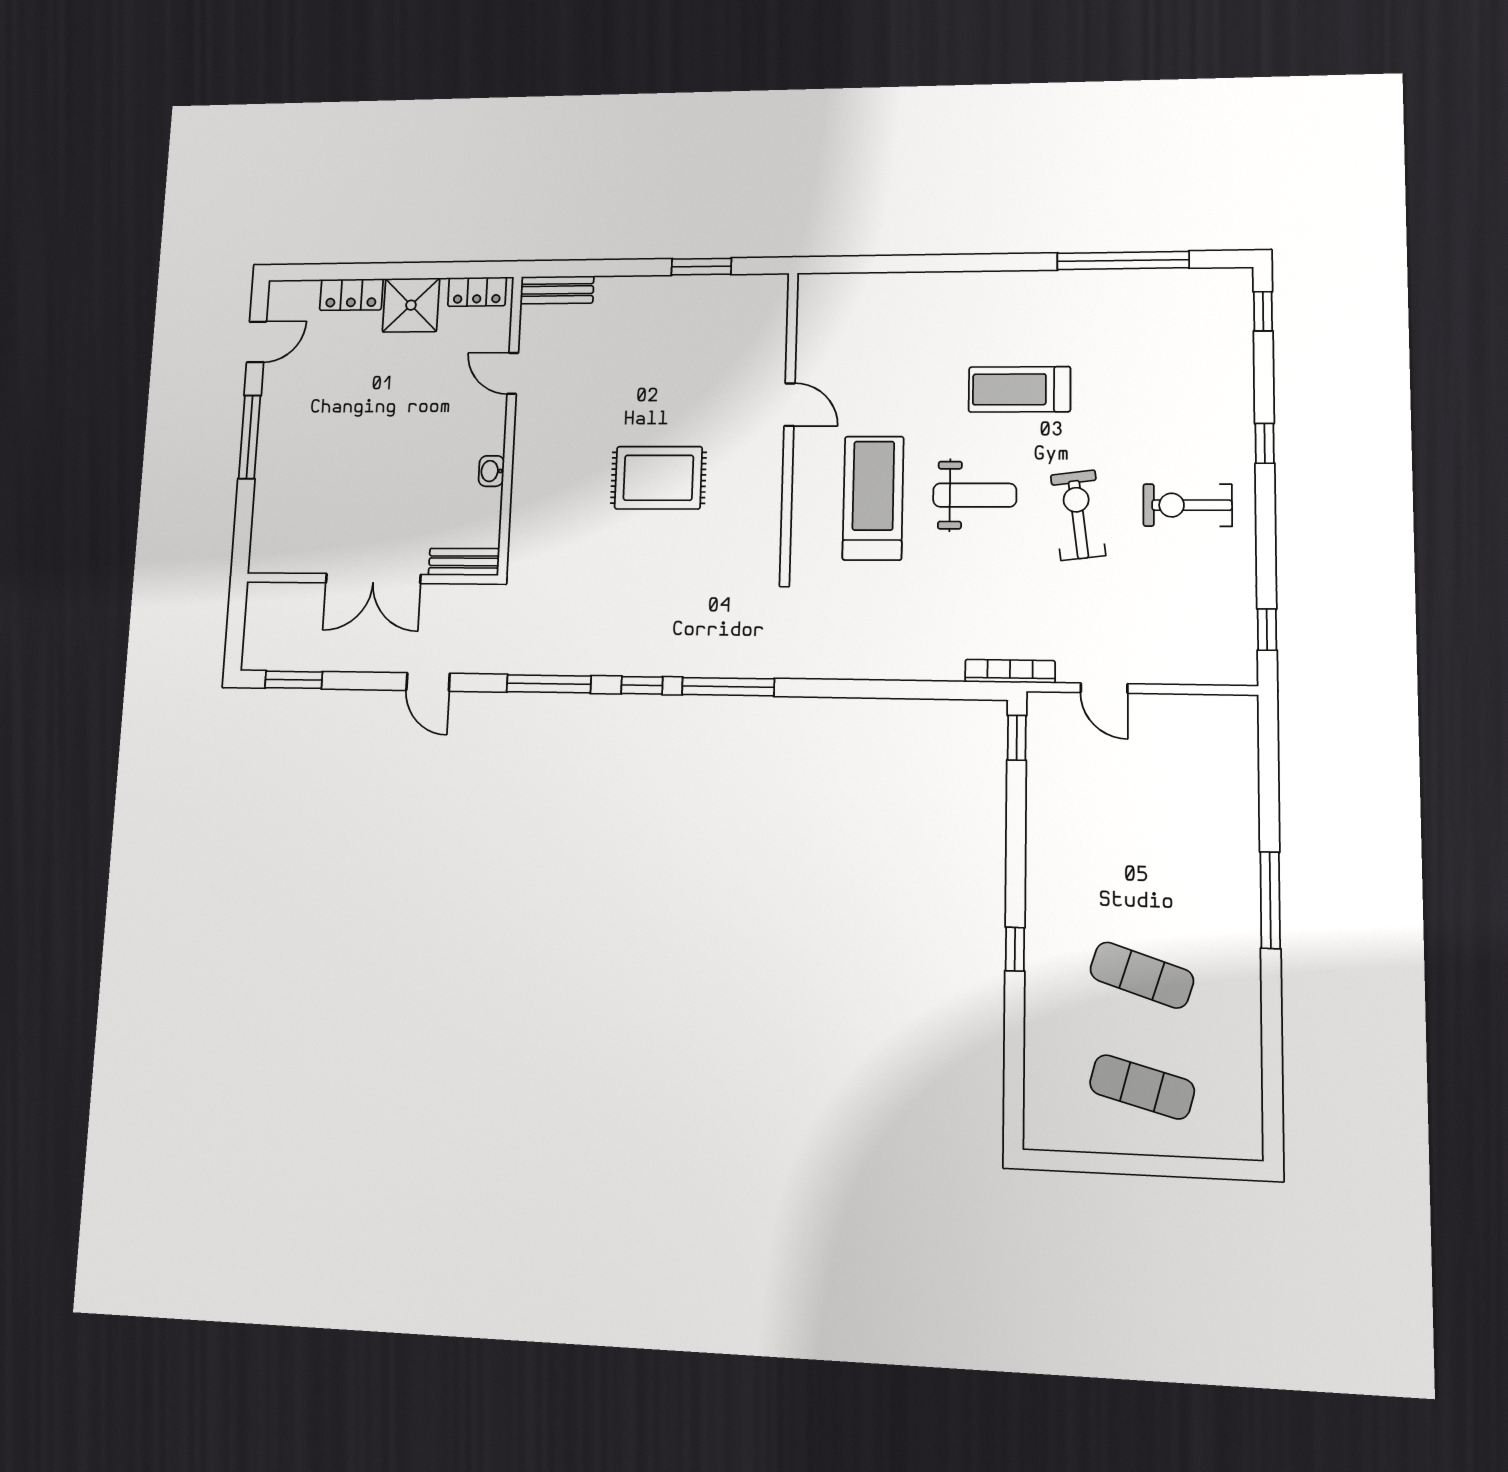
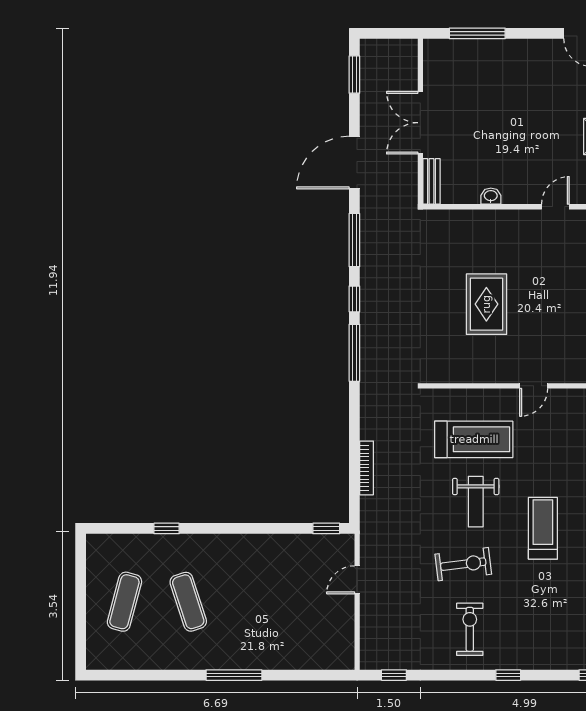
window: (249, 437) -> (477, 33), moved
bookcase: (1010, 671) -> (367, 468), moved
door: (428, 682) -> (354, 163), width x1.87
window: (1015, 949) -> (167, 528), moved
exercise mat: (1142, 975) -> (188, 602), turned -36

